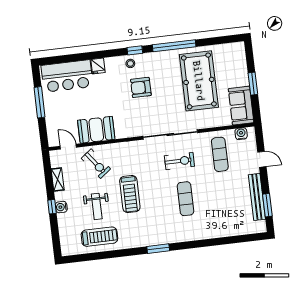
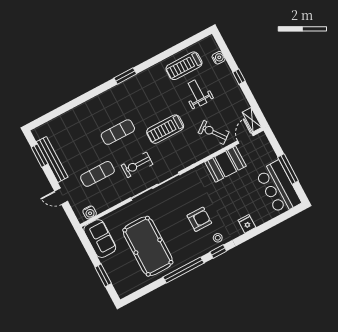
bar counter: (67, 76) -> (278, 188), moved, turned -90
window: (253, 84) -> (103, 275), moved
door: (68, 147) -> (245, 138), swing flipped
exercise mat: (220, 154) -> (97, 174), moved, turned 90
shelving: (58, 179) -> (252, 120), moved
treadmill: (130, 194) -> (165, 129), moved, turned -90
exercise mat: (185, 199) -> (118, 132), turned 90
water cooler: (61, 207) -> (219, 58), moved

